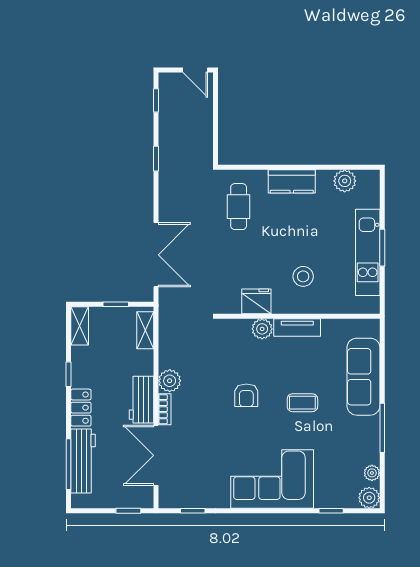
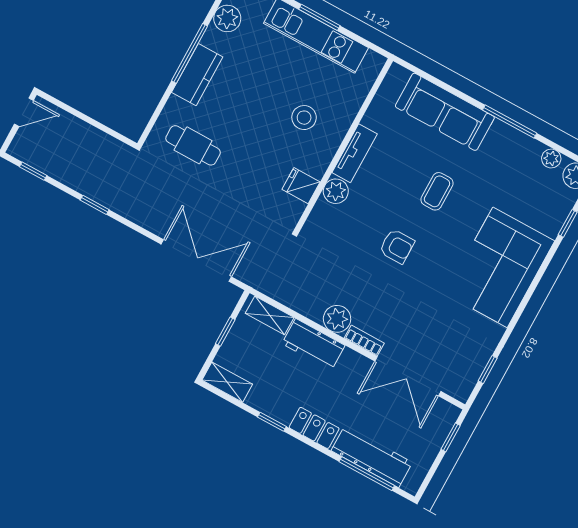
window: (304, 167) -> (190, 53), added
fridge: (256, 301) -> (301, 186), width x0.72
workbench: (141, 400) -> (313, 345), moved

